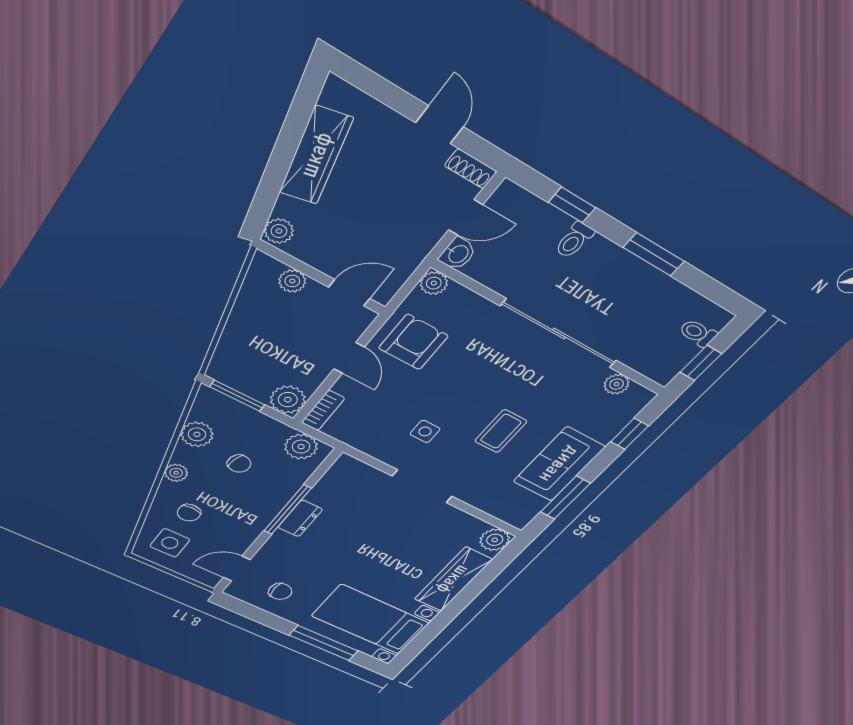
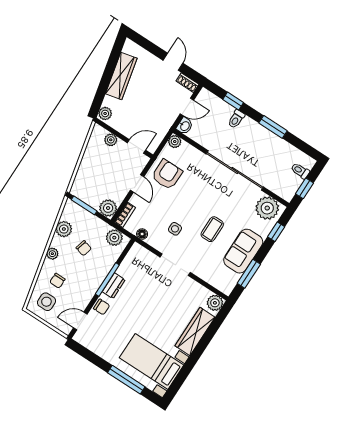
plant: (617, 384) -> (267, 208), width x1.88, depth x1.88
floor lamp: (358, 440) -> (142, 234), added
chair: (280, 591) -> (102, 307), moved

